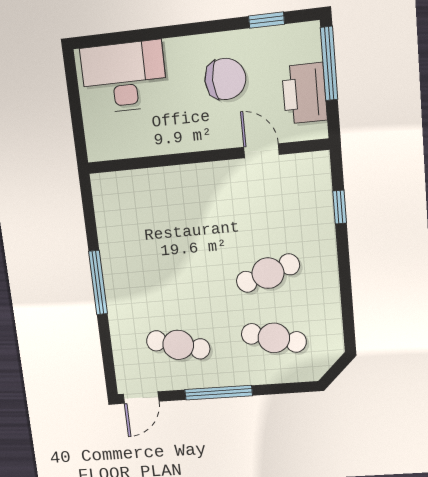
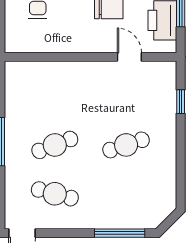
cafe table: (274, 338) -> (55, 145), moved, turned -36
window: (218, 393) -> (120, 233), moved

